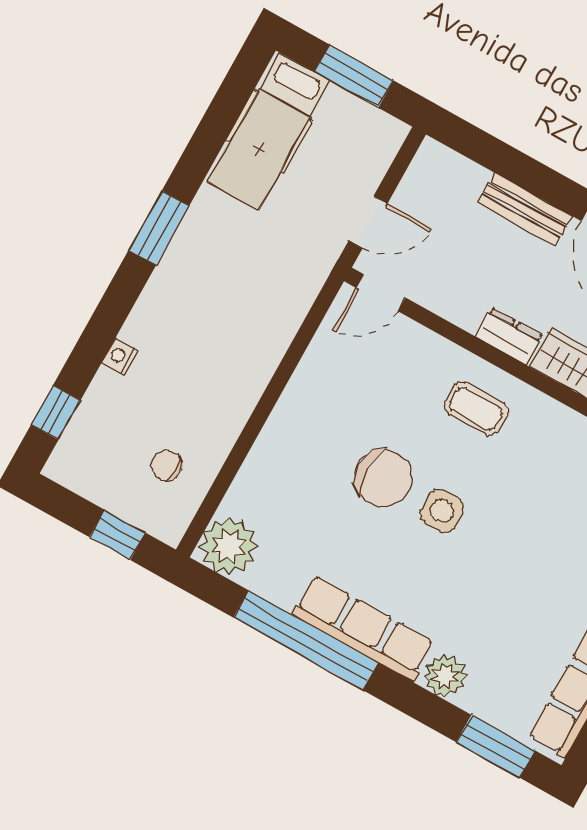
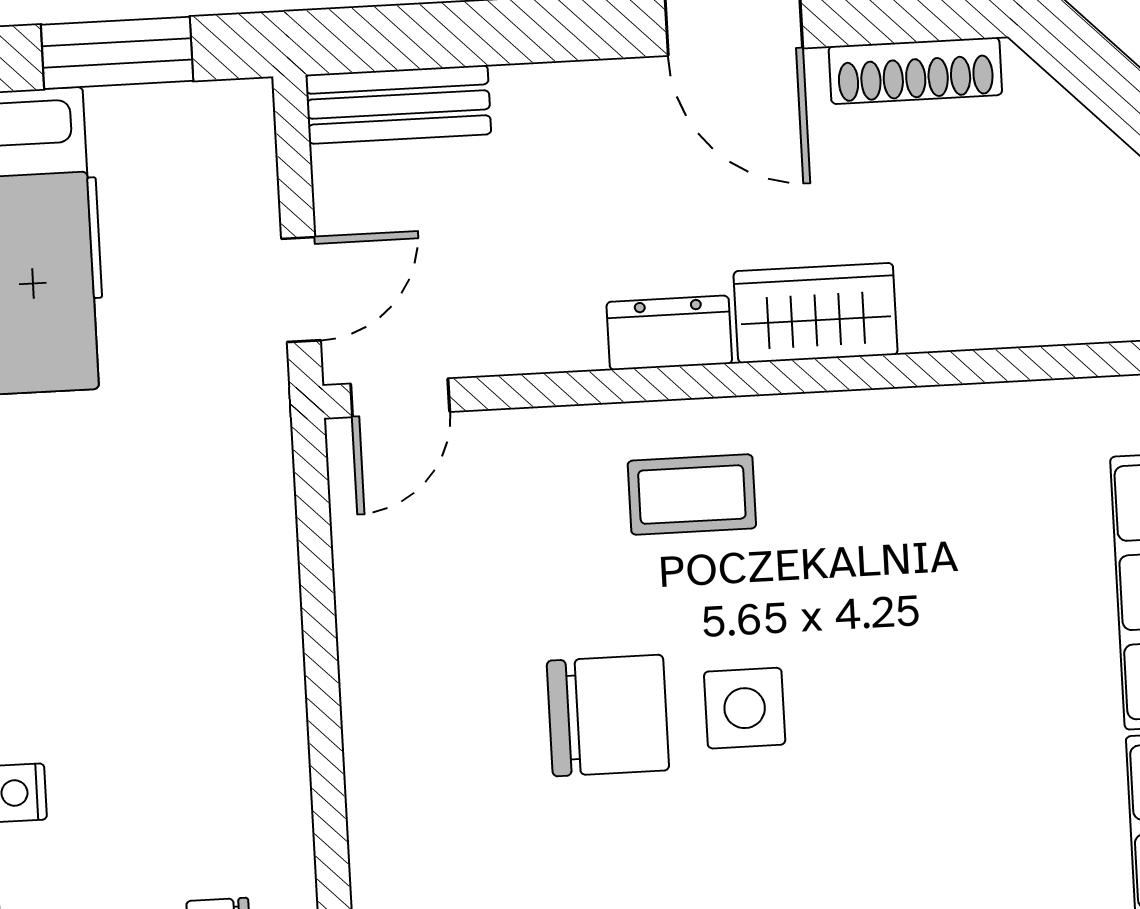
bench: (525, 209) -> (398, 104), moved

